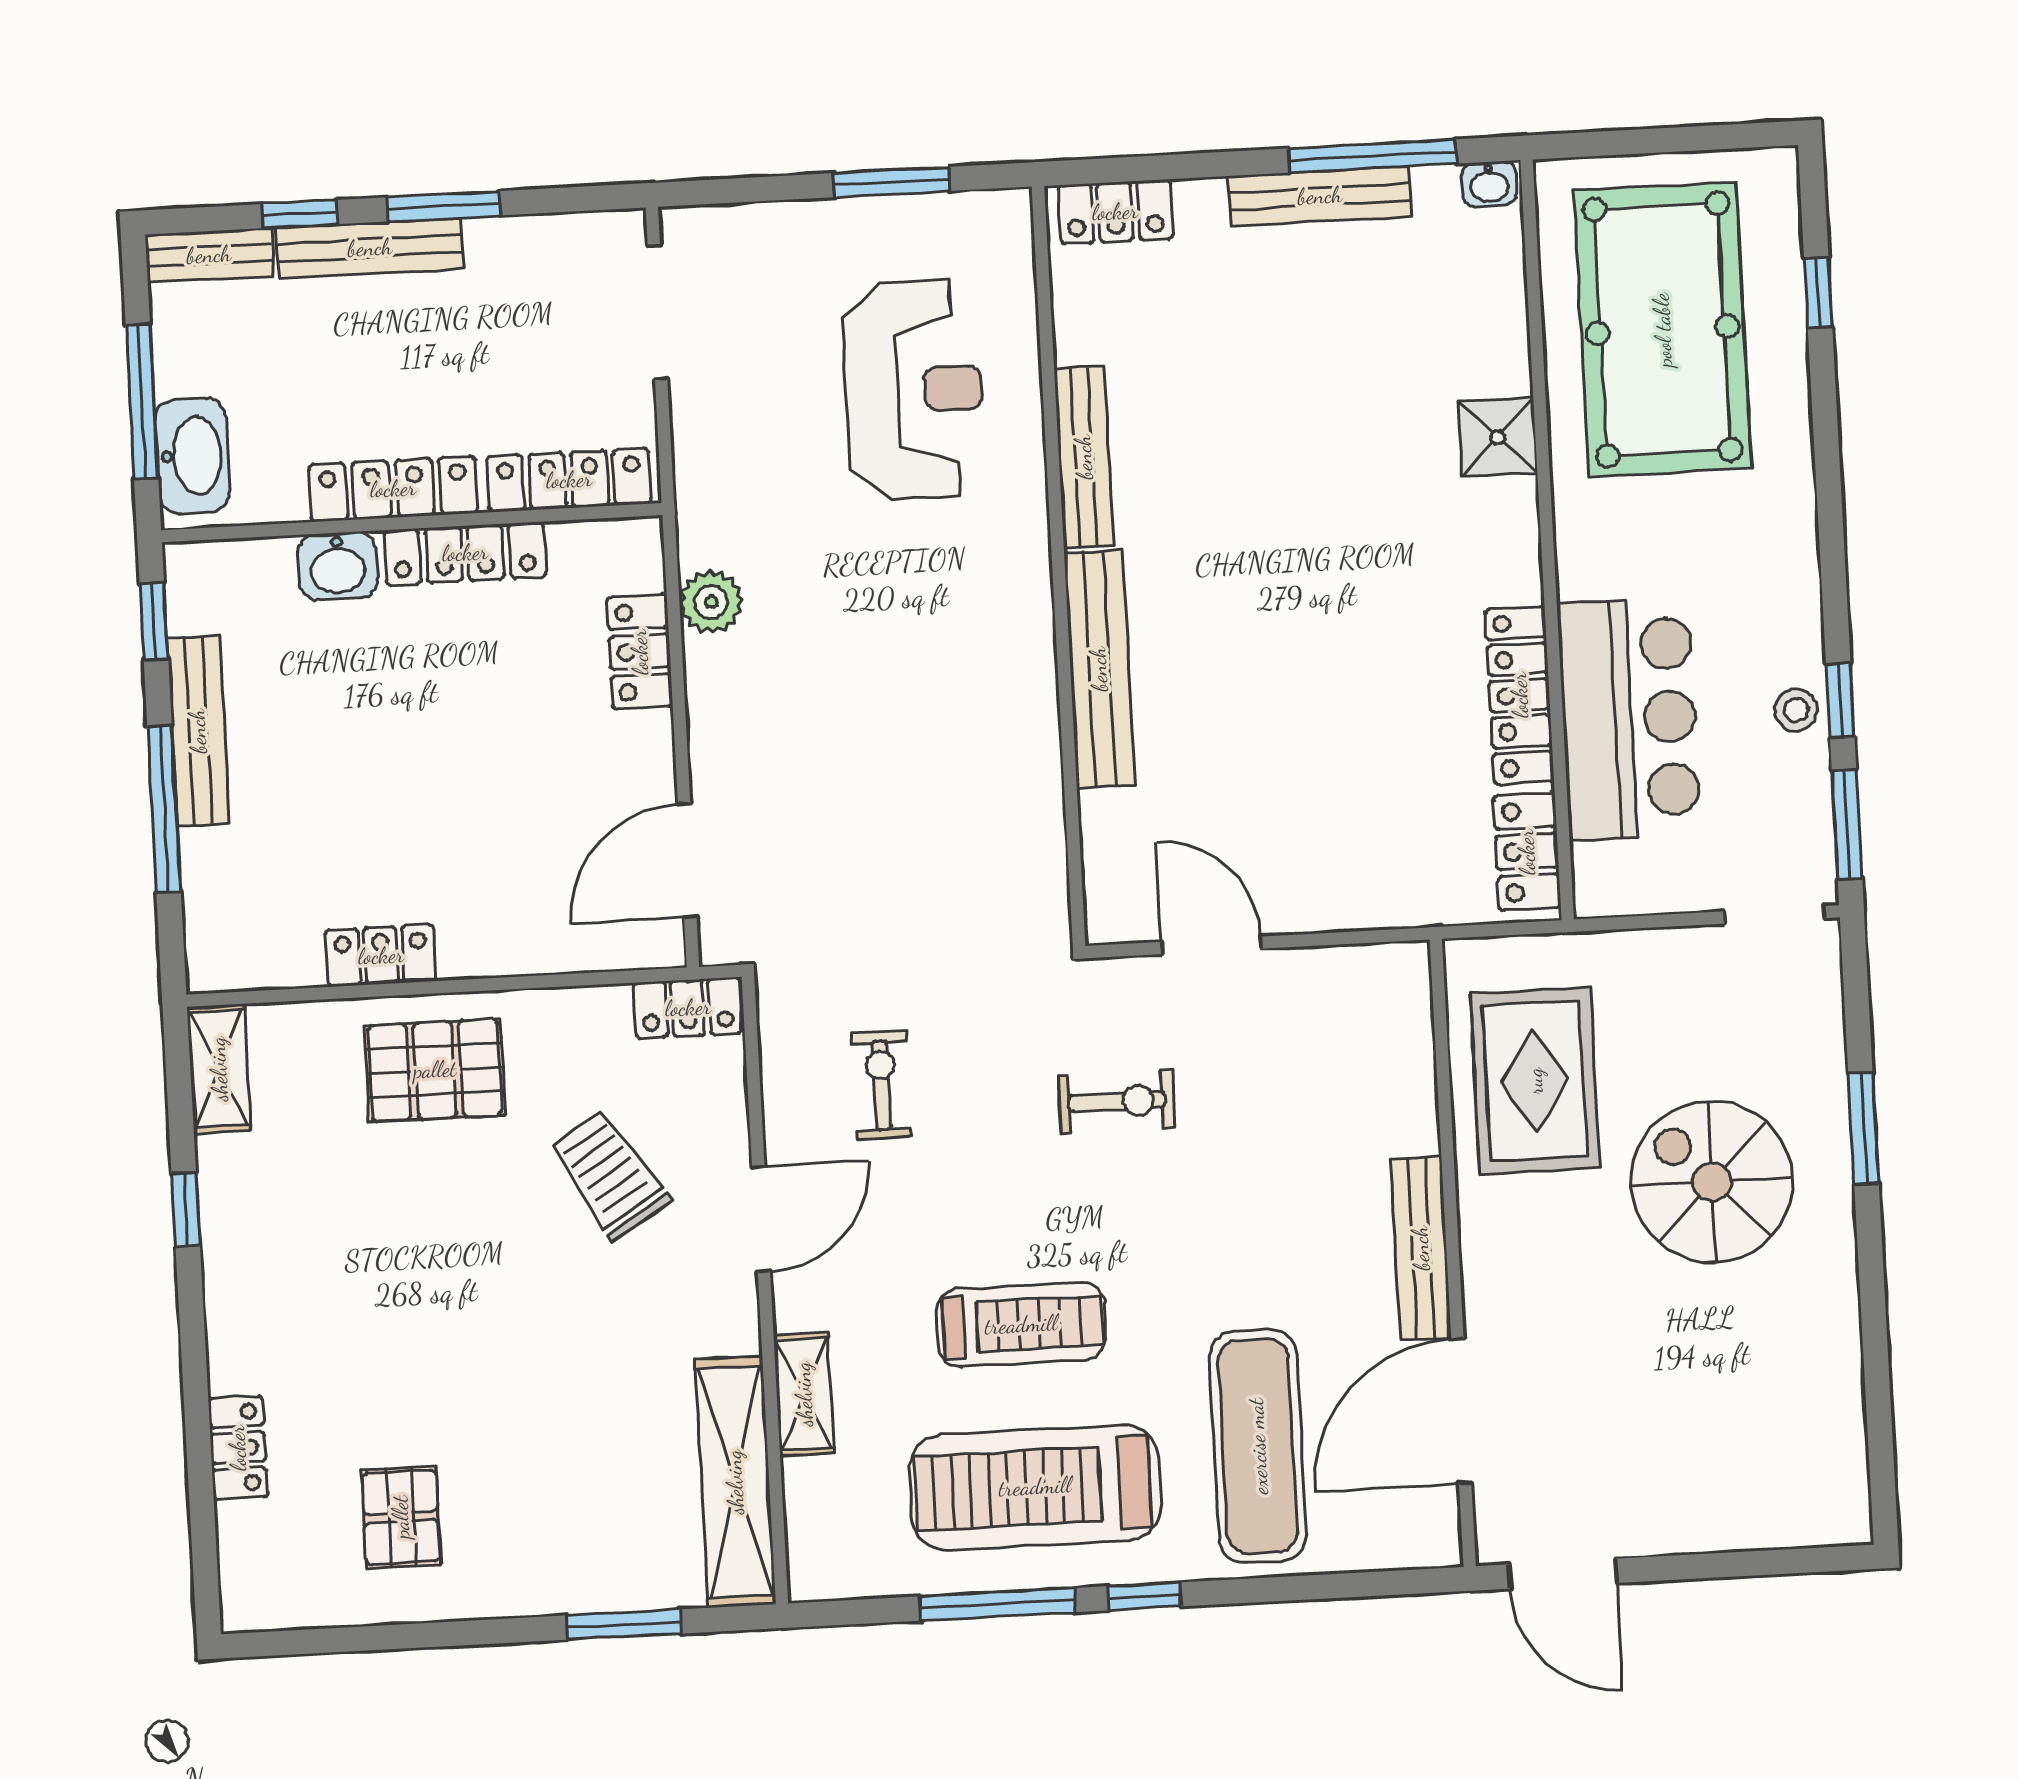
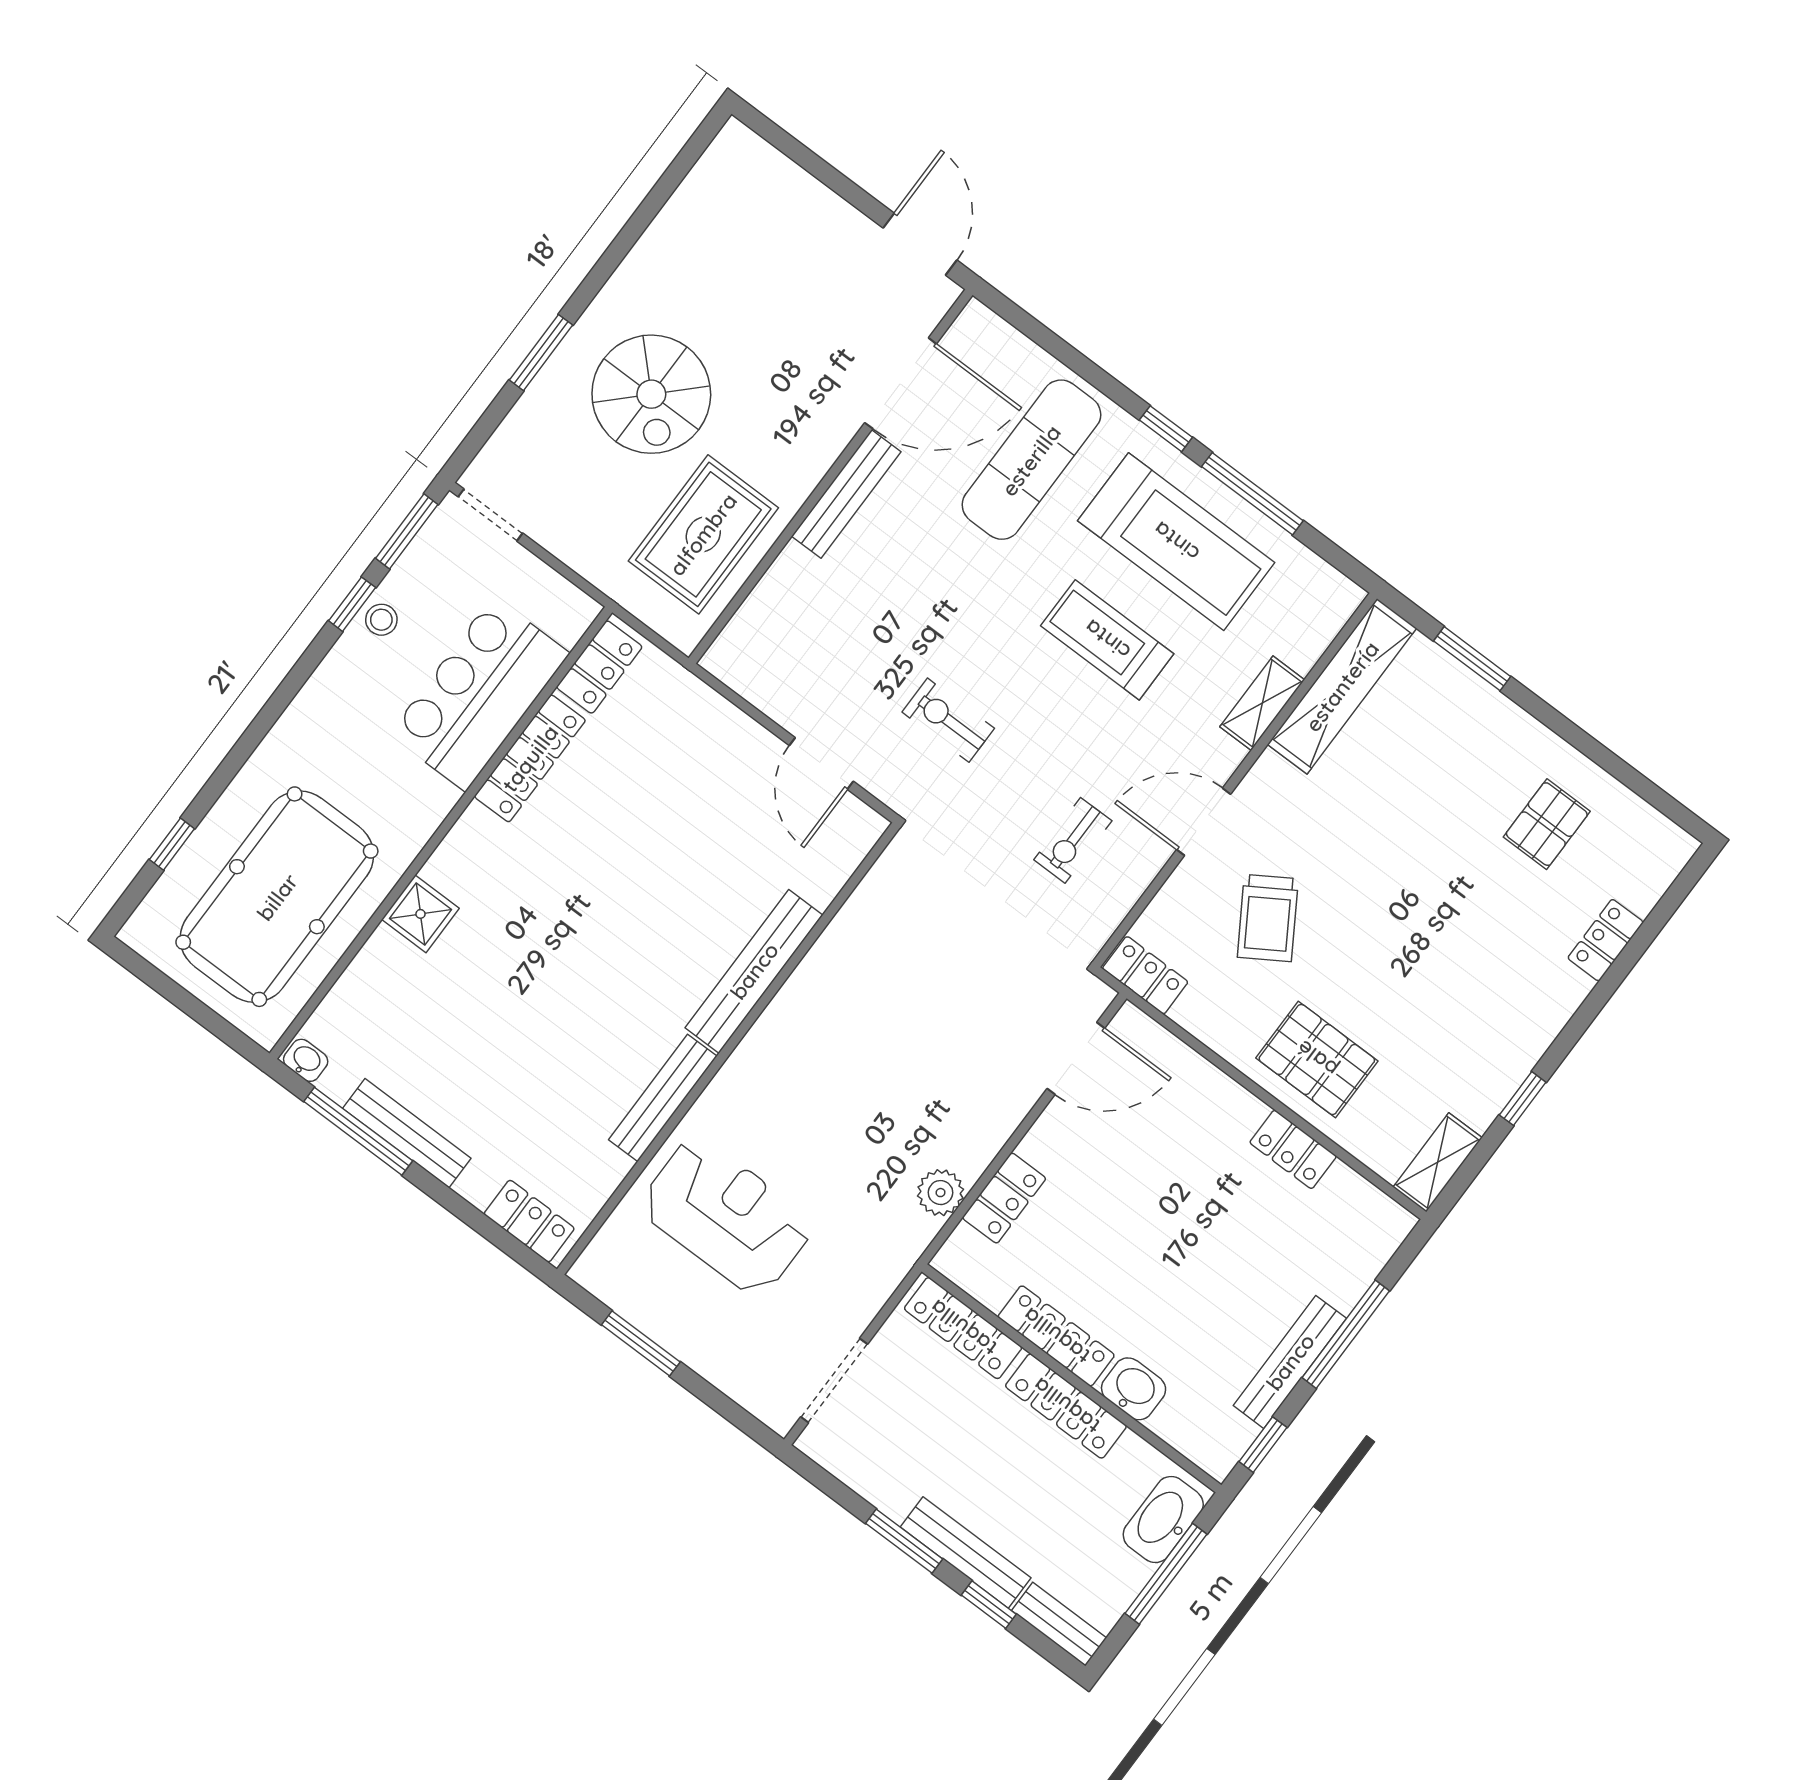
reception desk: (914, 390) -> (727, 1216), turned 90

